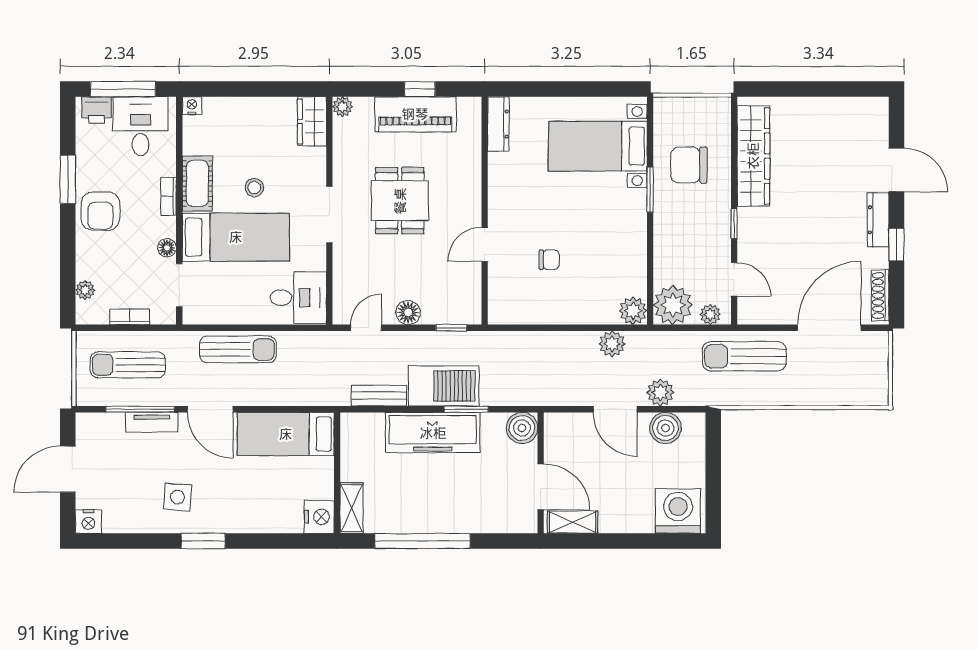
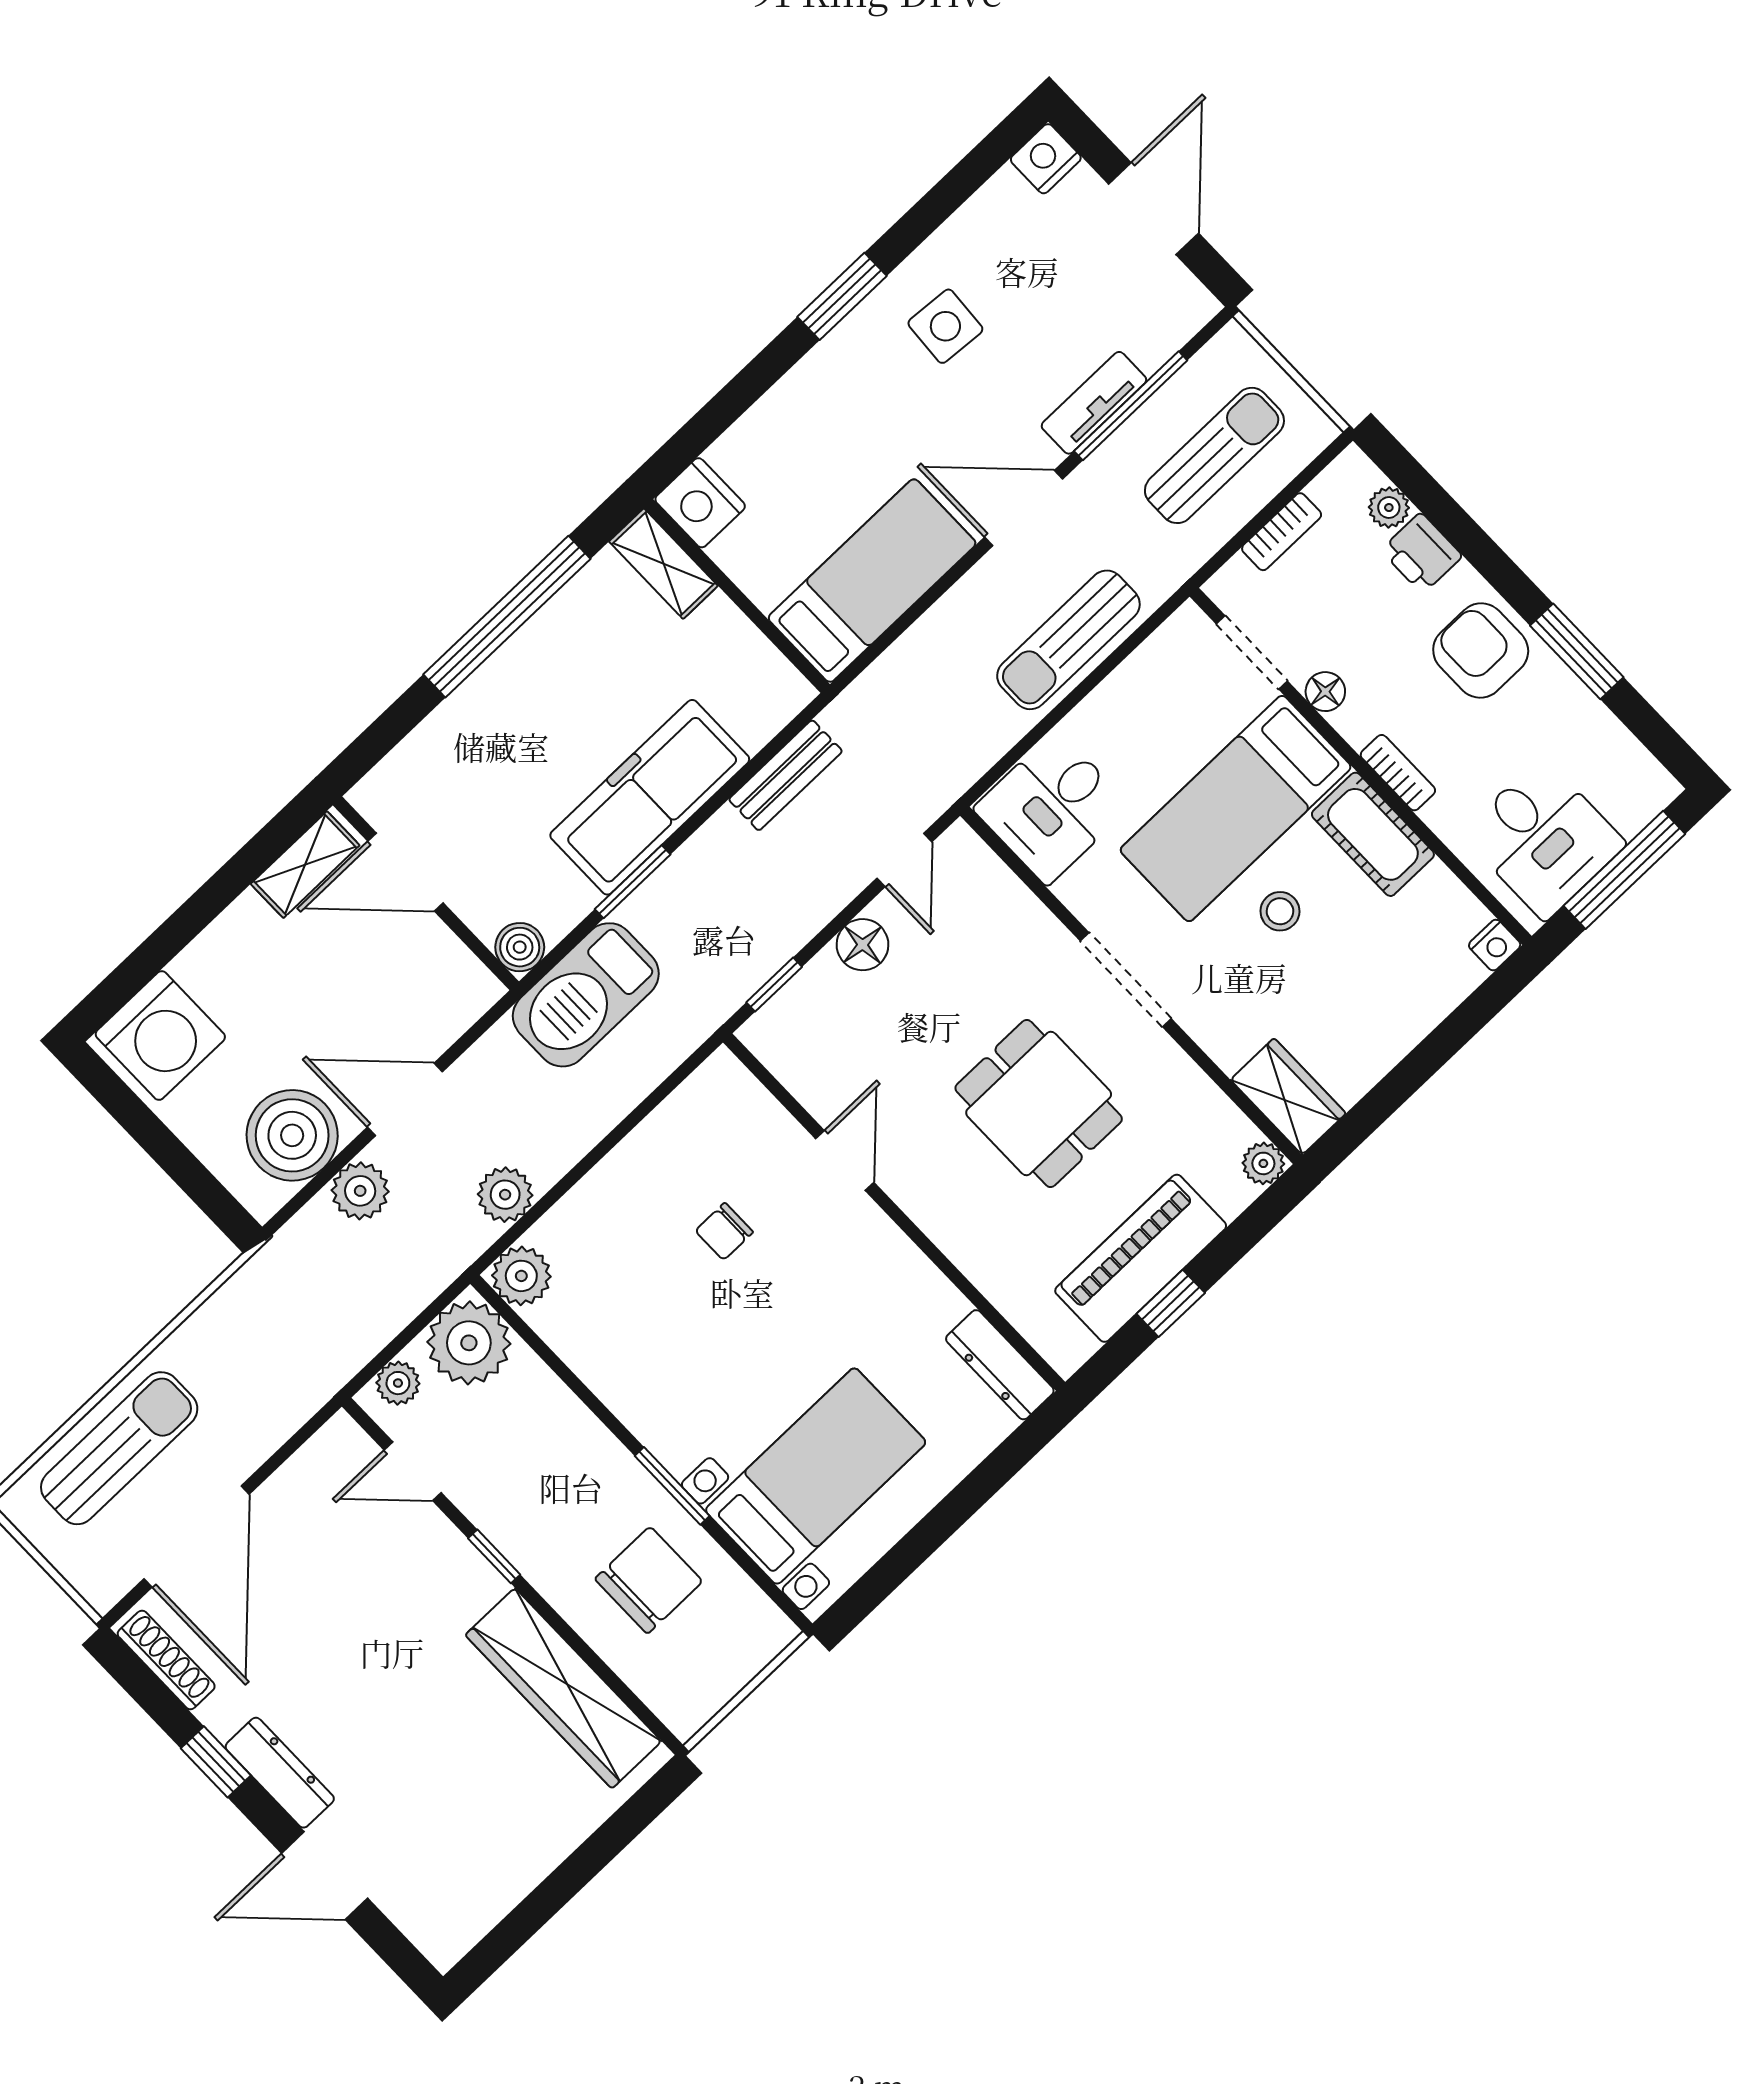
printer: (96, 110) -> (1422, 553), moved, turned -90
sun lounger: (744, 356) -> (119, 1448), moved
barbecue: (444, 386) -> (586, 995), moved
boiler: (522, 428) -> (520, 947), width x0.73, depth x0.73
boiler: (665, 428) -> (292, 1135), width x1.37, depth x1.37

